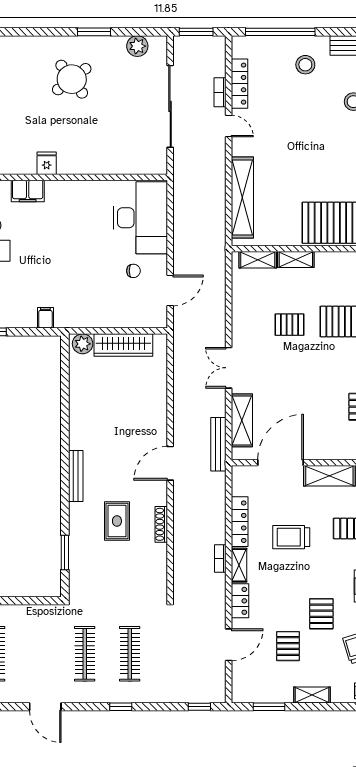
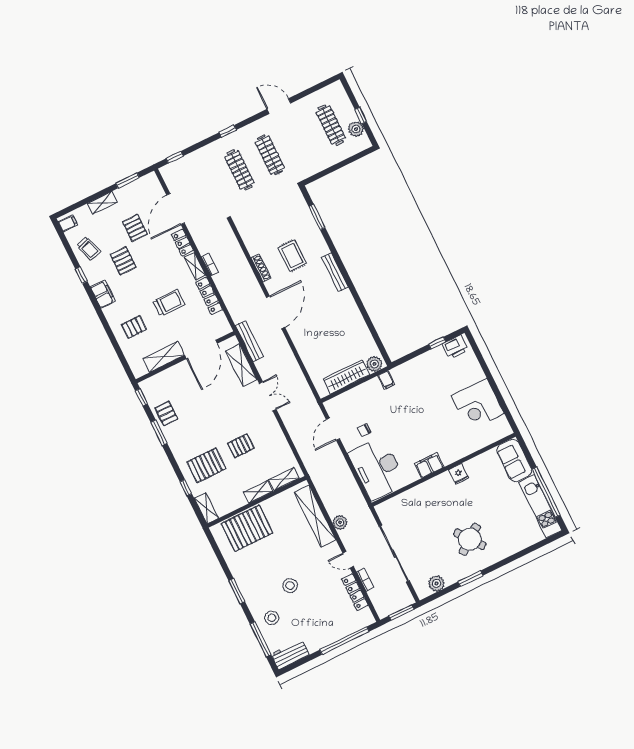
stool: (305, 65) -> (290, 586), moved
plant: (216, 175) -> (340, 522), added
filing cabinet: (28, 191) -> (429, 465), moved
filing cabinet: (45, 318) -> (386, 380), moved
door: (170, 463) -> (276, 312), width x1.36
door: (229, 645) -> (176, 209), width x1.36

